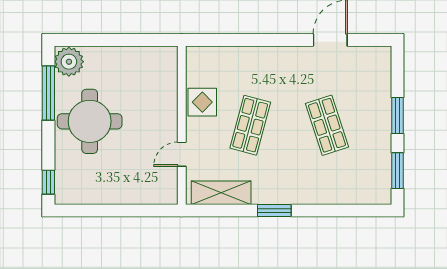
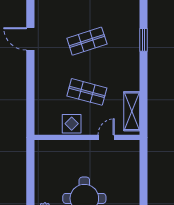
door: (182, 154) -> (106, 137), swing flipped
window: (274, 211) -> (143, 40), moved

